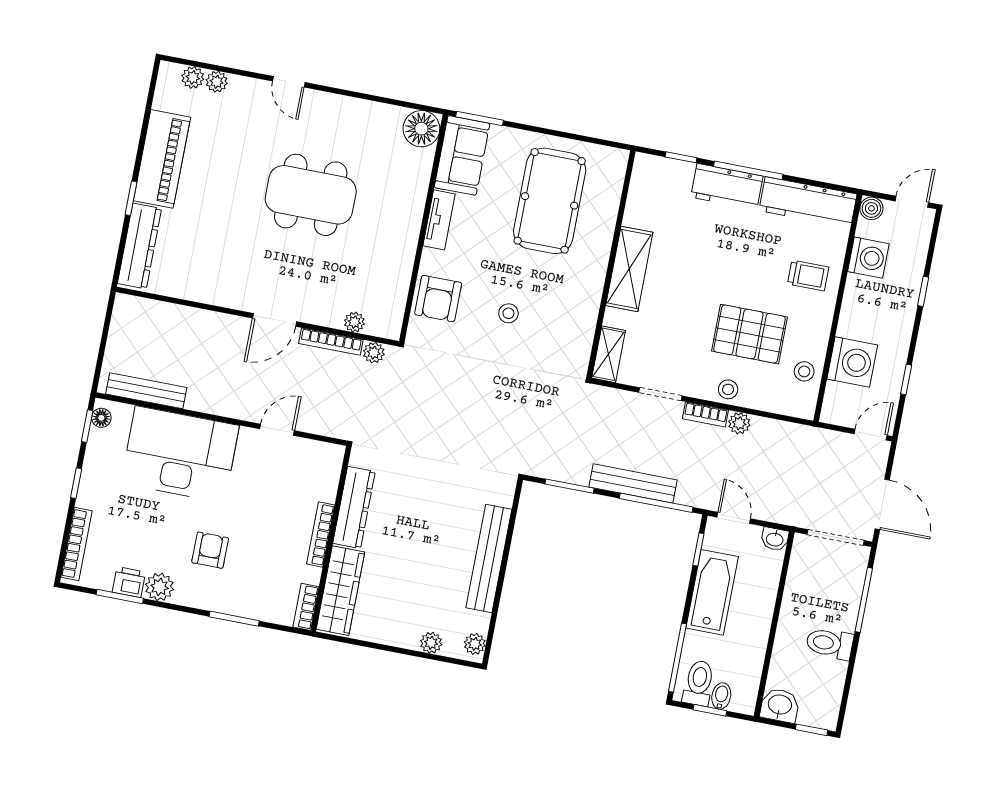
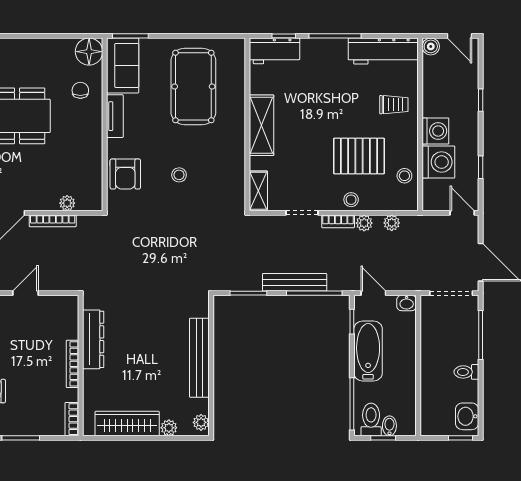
chair: (400, 177) -> (80, 90), added
workbench: (727, 187) -> (275, 51), moved
door: (912, 202) -> (460, 36), swing flipped
washing machine: (868, 258) -> (435, 131), moved
plant: (374, 353) -> (392, 223), moved
door: (871, 435) -> (462, 213), hinge flipped
wardrobe: (340, 591) -> (127, 424), moved, turned -90
toilet: (830, 644) -> (466, 372), width x0.73, depth x0.72
washbasin: (780, 705) -> (467, 416), moved, turned -90

